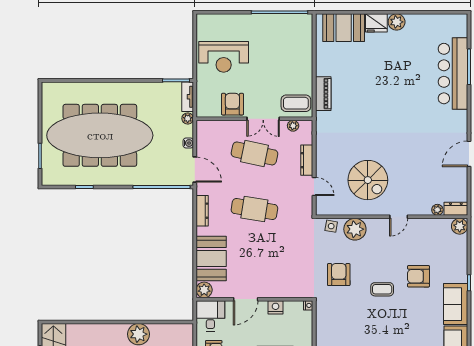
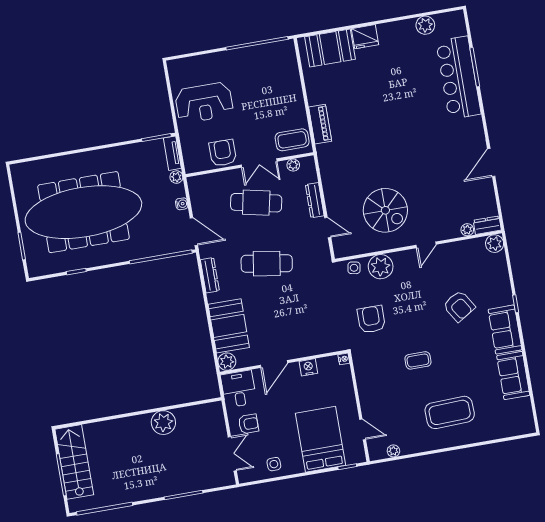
plant: (397, 22) -> (425, 25), moved
armchair: (418, 276) -> (459, 306), turned -122
coffee table: (382, 289) -> (418, 360), moved

